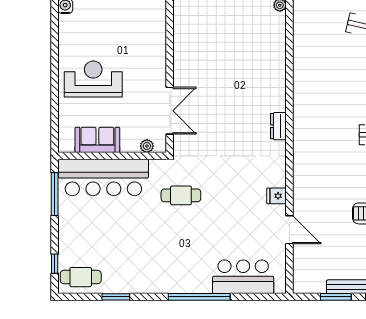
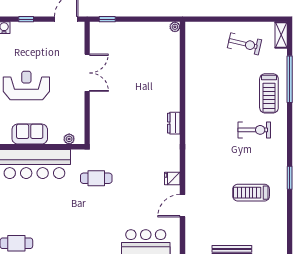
double door: (170, 111) -> (87, 73), moved
door: (289, 230) -> (183, 206), swing flipped

